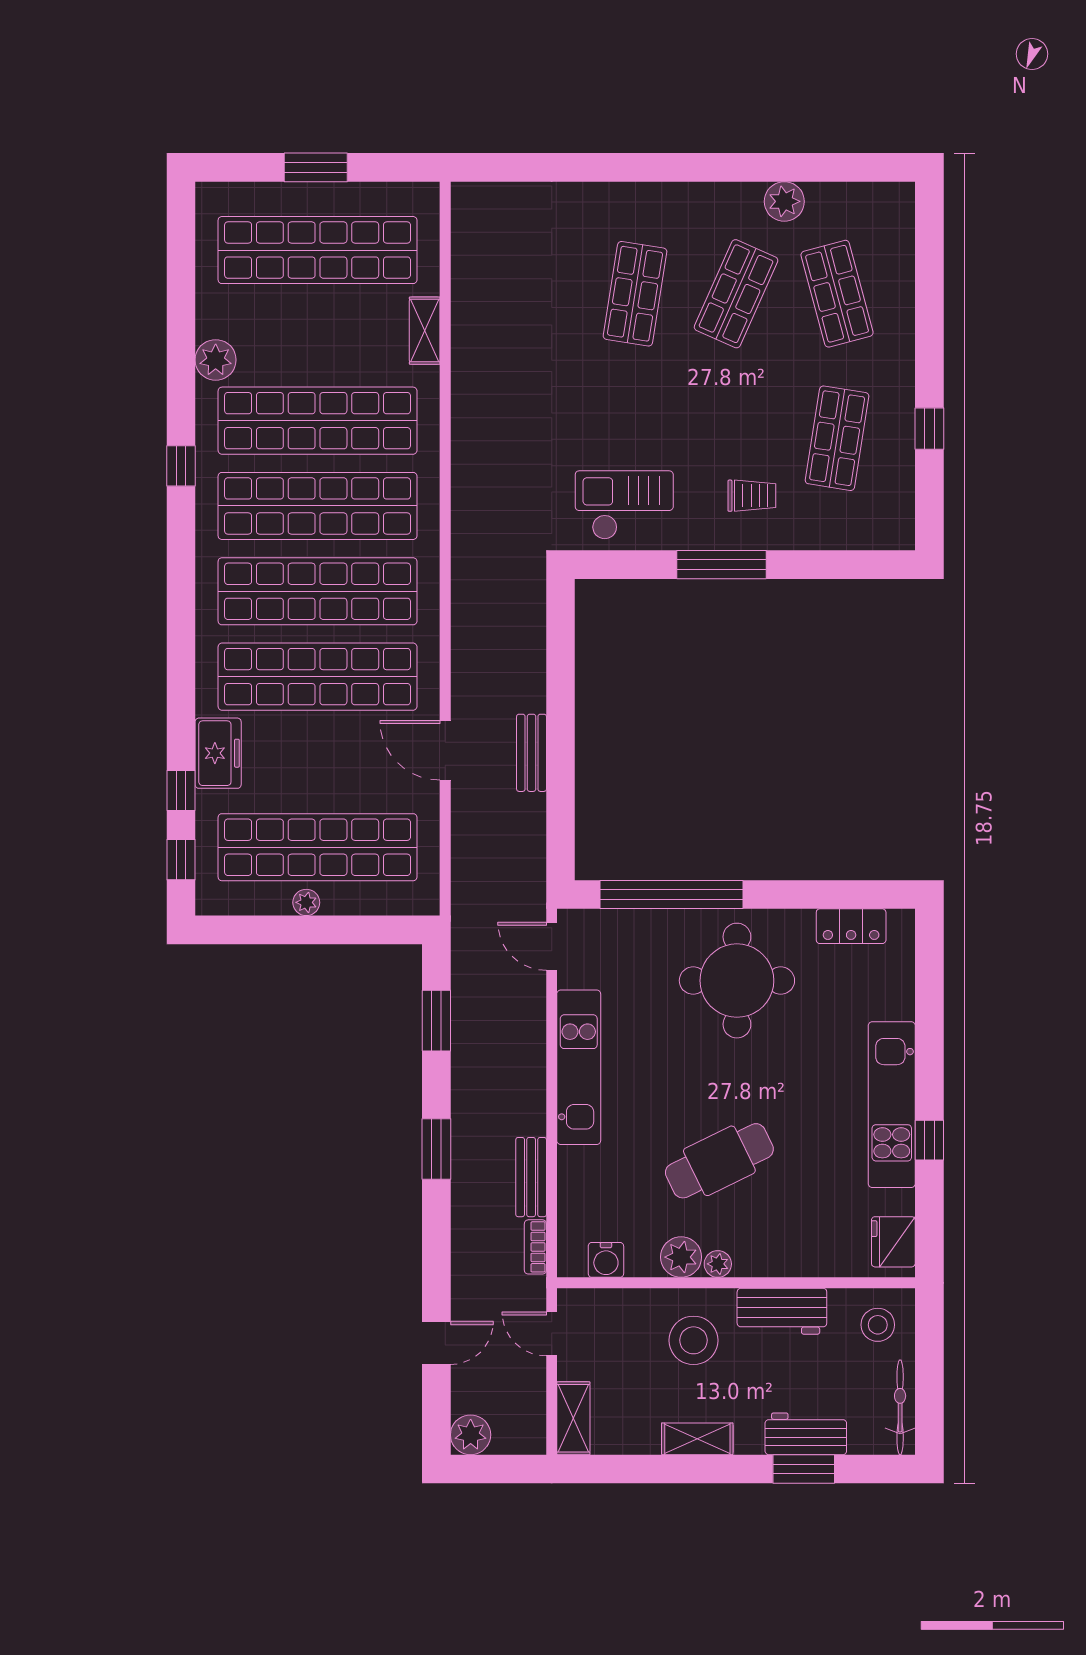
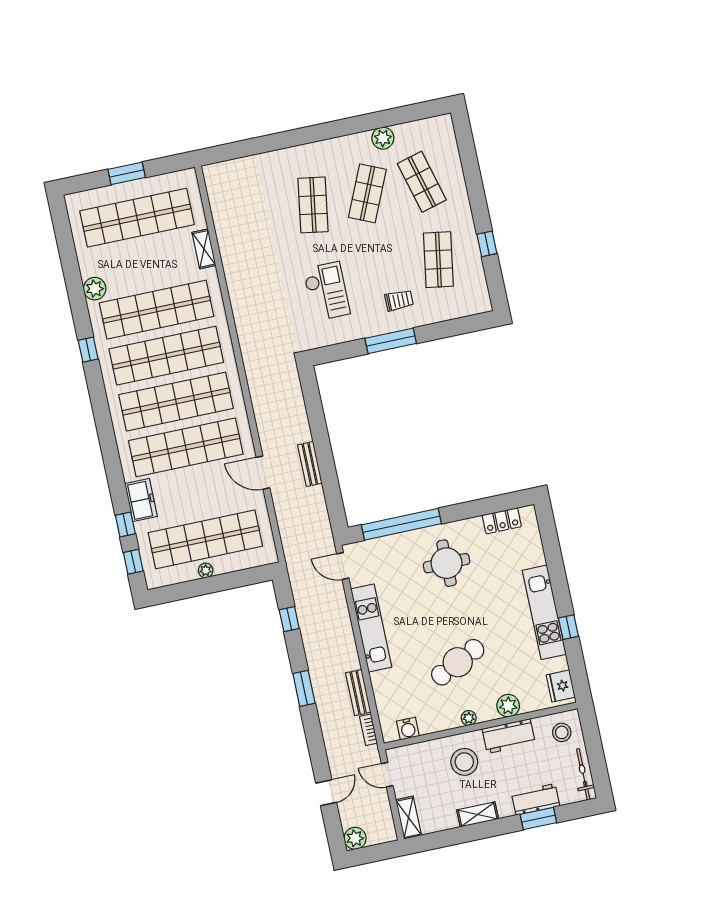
checkout: (624, 505) -> (327, 291), moved, turned 90
round table: (737, 981) -> (447, 563), width x0.73, depth x0.73
window: (436, 1021) -> (289, 619), width x0.67
plant: (681, 1257) -> (508, 706), moved

